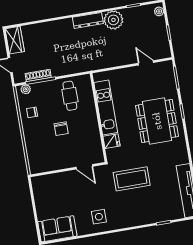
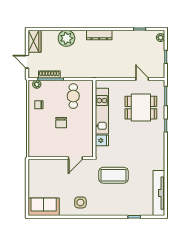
plant: (113, 20) -> (66, 38), moved
dining table: (157, 121) -> (141, 108), moved, width x0.73
door: (84, 167) -> (75, 158), hinge flipped

